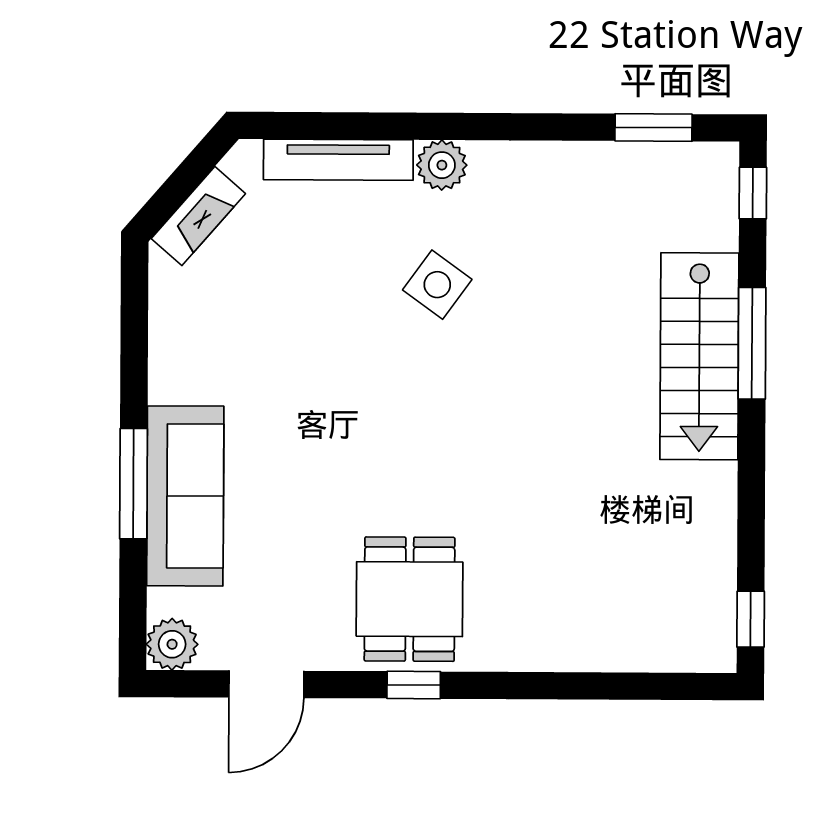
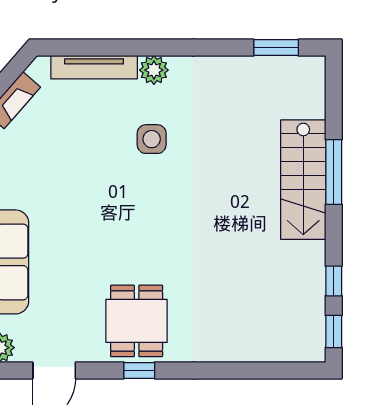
window: (753, 193) -> (334, 281), moved
side table: (437, 285) -> (152, 139), turned -36

